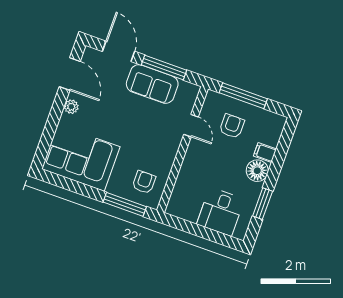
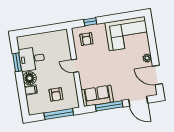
sofa: (152, 84) -> (97, 96), moved
door: (191, 126) -> (75, 66), moved
window: (125, 204) -> (90, 22), width x0.46
desk: (221, 212) -> (32, 59), moved, turned -90

